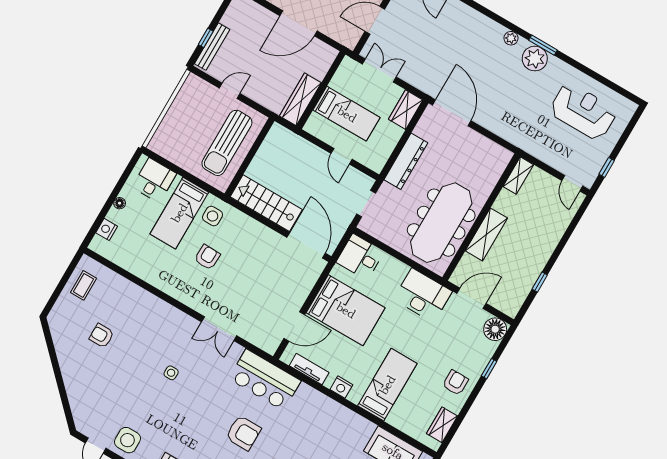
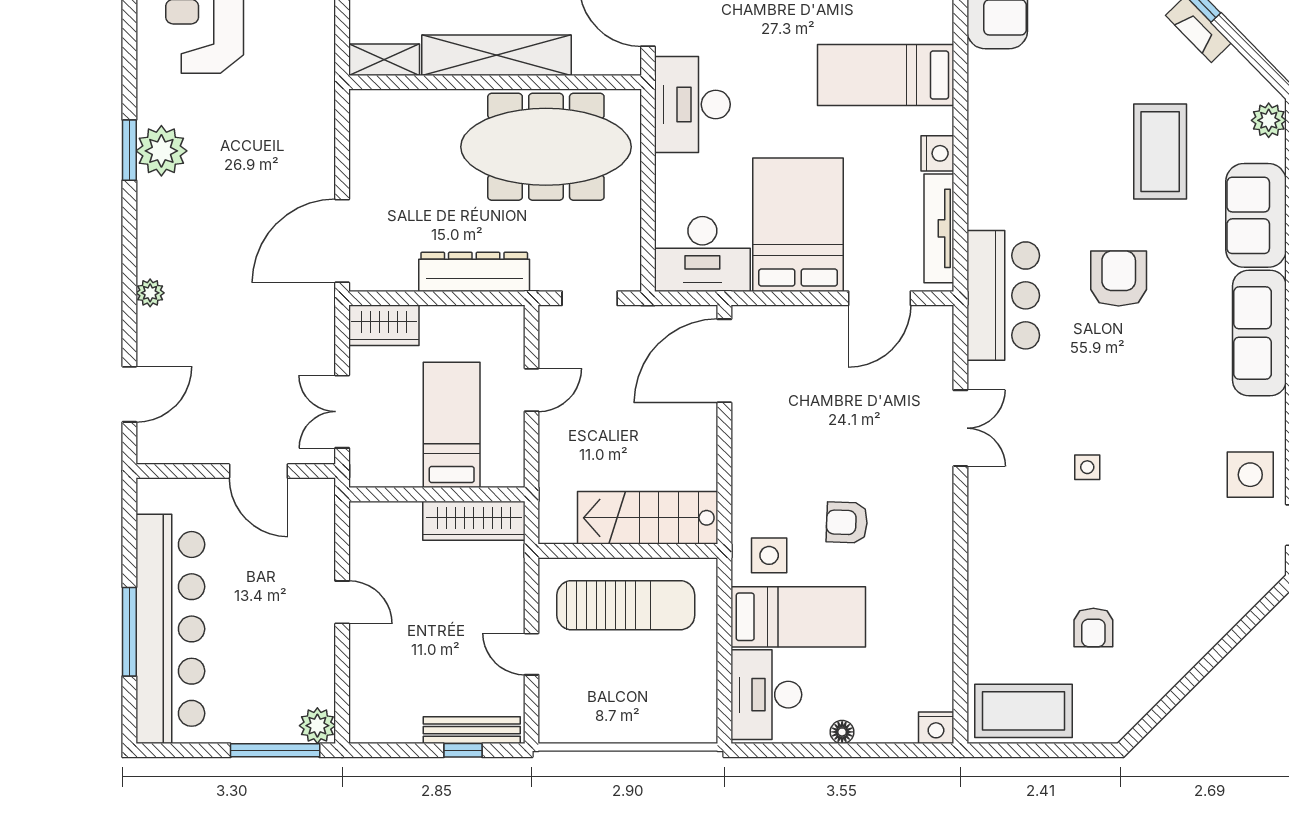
door: (298, 23) -> (342, 602), width x0.53
plant: (511, 38) -> (150, 293), moved
desk: (154, 180) -> (766, 695), width x1.37
stairs: (266, 203) -> (648, 518), moved, turned 90
nightstand: (107, 229) -> (936, 728), moved
shelving: (486, 234) -> (497, 55), width x1.47
desk: (360, 257) -> (702, 254), width x1.37
coffee table: (84, 285) -> (1024, 711), width x1.86, depth x1.72
door: (294, 327) -> (879, 298), swing flipped
tv unit: (309, 369) -> (939, 228), width x1.41

